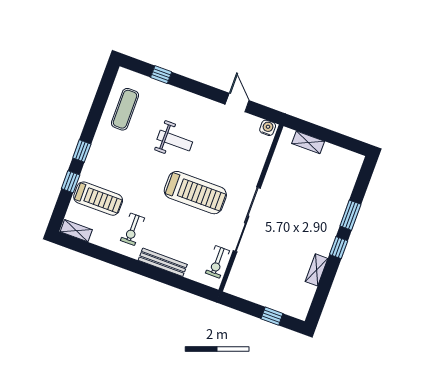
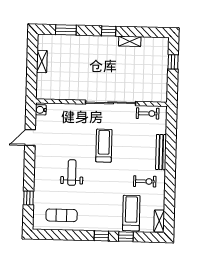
shelving: (308, 142) -> (42, 61), moved
treadmill: (195, 193) -> (104, 146), width x0.73, depth x0.73
window: (350, 215) -> (66, 30), moved

